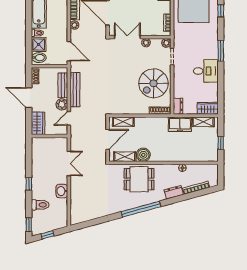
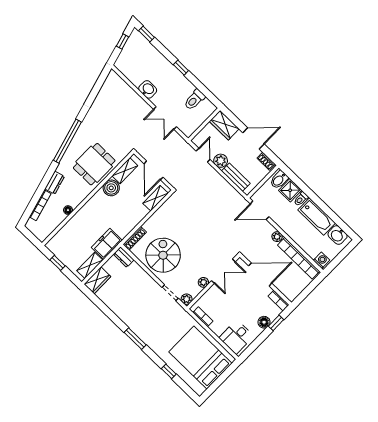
desk: (206, 71) -> (130, 309), removed
bench: (75, 90) -> (222, 184), removed
toilet: (40, 205) -> (194, 100), moved

